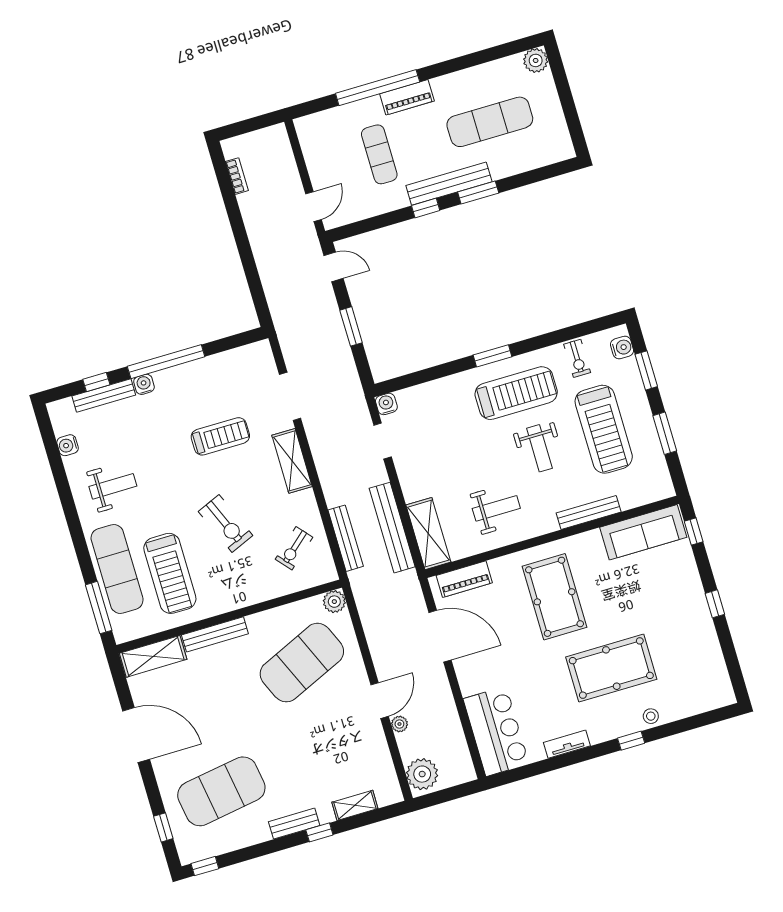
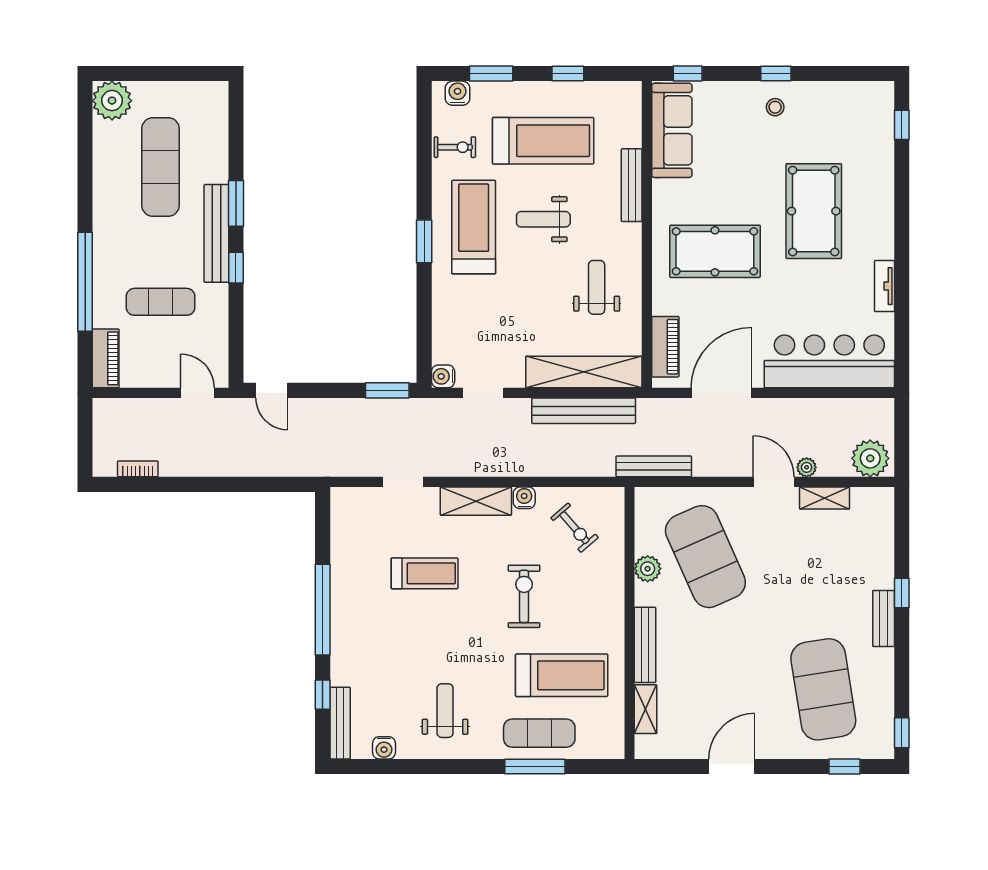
plant: (536, 60) -> (112, 101), width x1.36, depth x1.36
piano: (407, 97) -> (106, 358), moved
door: (334, 267) -> (272, 390), swing flipped
window: (351, 326) -> (387, 390), moved
water cooler: (144, 384) -> (524, 498), moved, turned 90
bench: (104, 395) -> (340, 723), moved
doorway: (290, 396) -> (403, 482), width x0.73
window: (665, 433) -> (568, 74), width x0.67
treadmill: (220, 436) -> (425, 573), turned 90
weight bench: (539, 448) -> (543, 219), turned 180
exercise bike: (226, 523) -> (524, 596), turned -67
shelving: (428, 534) -> (584, 372), width x1.47
bench: (346, 538) -> (654, 466), moved
exercise mat: (117, 569) -> (539, 733), width x0.73, depth x0.69
plant: (334, 602) -> (648, 569), moved
window: (99, 608) -> (535, 767), moved
shelving: (153, 656) -> (645, 709), width x0.67, depth x0.75
stool: (651, 716) -> (775, 107), moved
bar counter: (496, 731) -> (829, 361), width x1.36
door: (136, 735) -> (732, 767), width x0.73
window: (631, 741) -> (902, 125), moved
shelving: (355, 805) -> (825, 498), moved, turned 90

